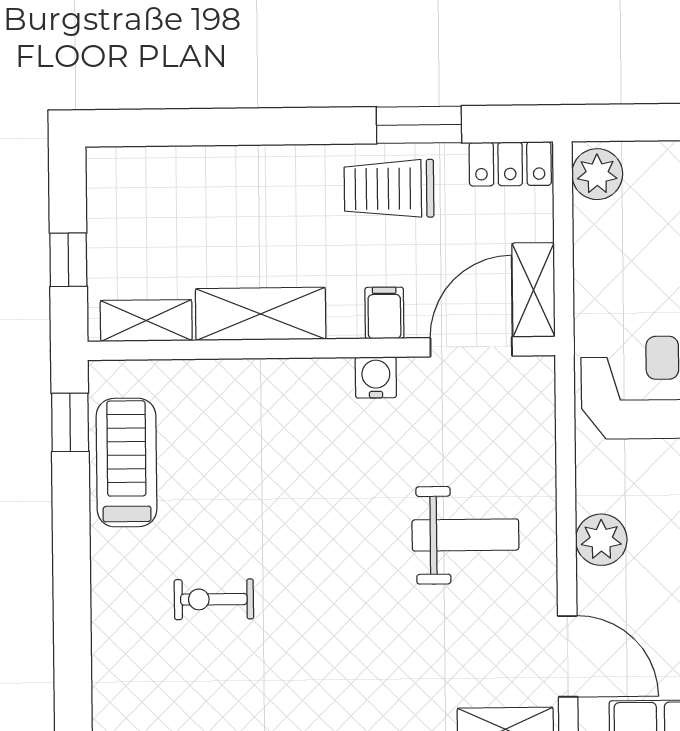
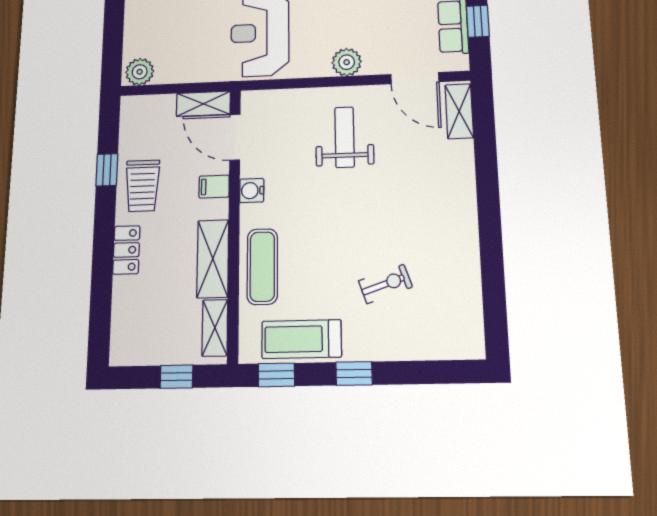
window: (419, 125) -> (107, 170), width x0.67
locker: (510, 164) -> (126, 250), moved
exercise mat: (246, 397) -> (262, 266), added
window: (71, 547) -> (354, 373), added
exercise bike: (214, 599) -> (385, 284), turned -109
door: (568, 656) -> (415, 78), swing flipped

